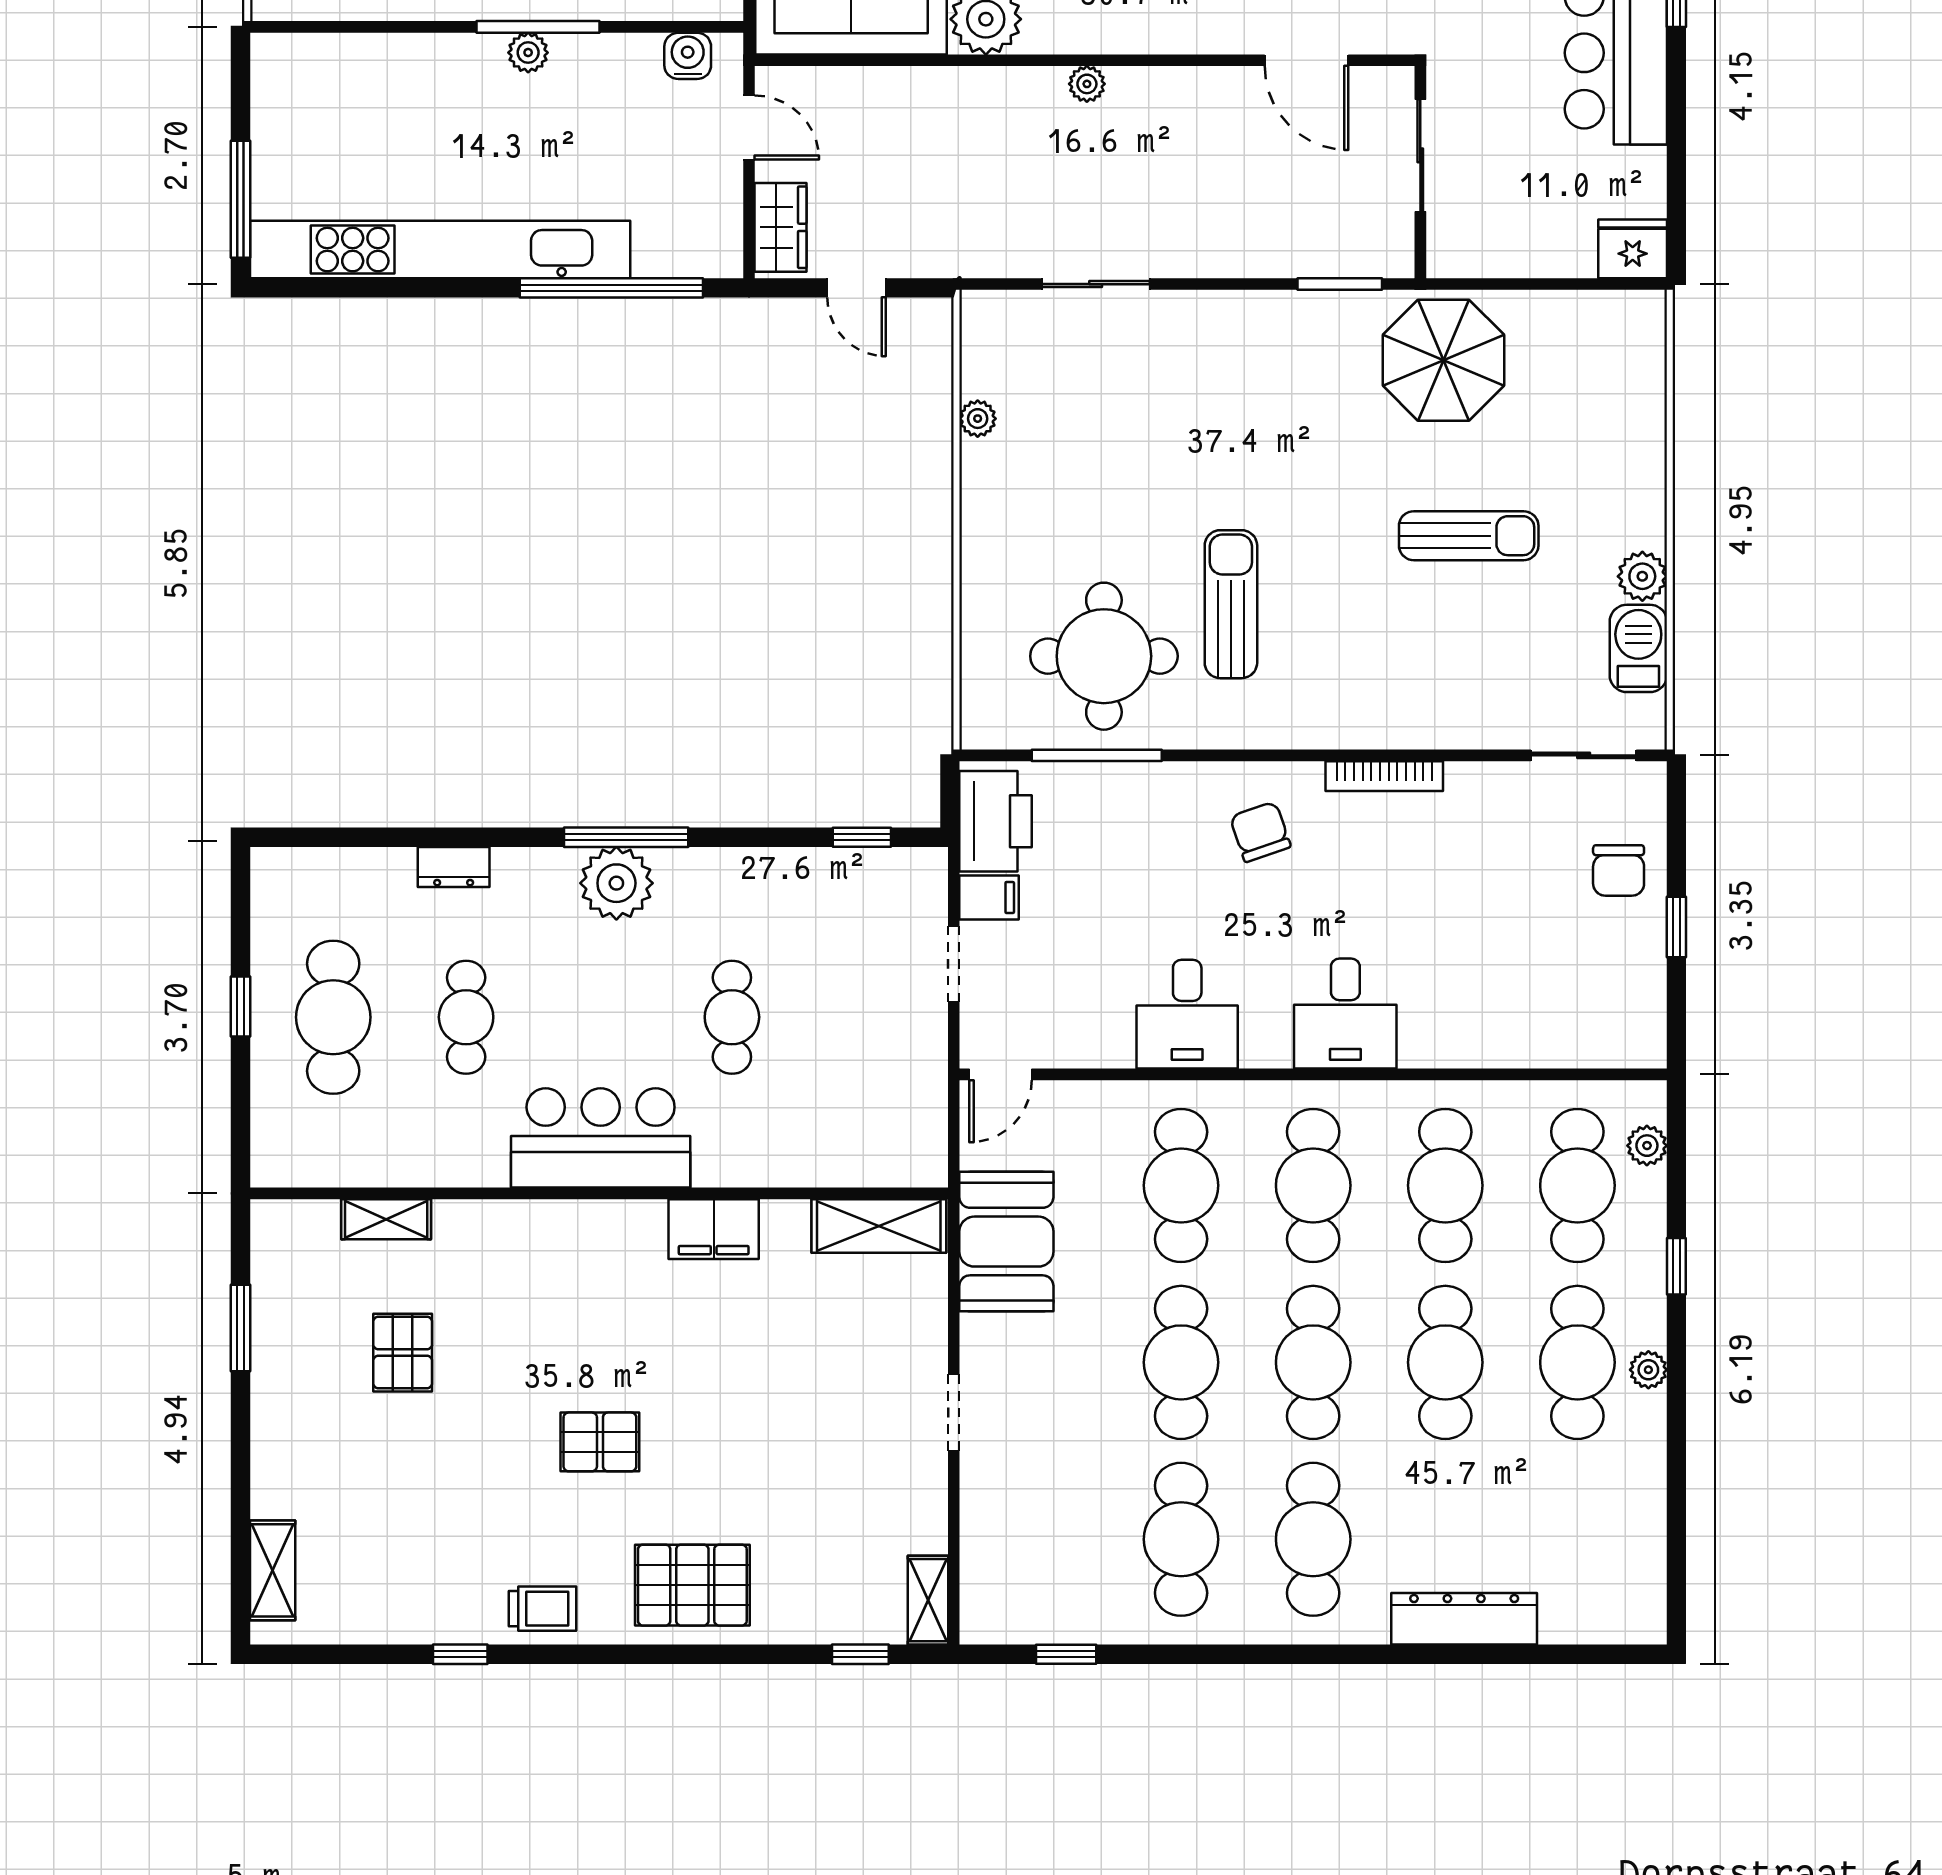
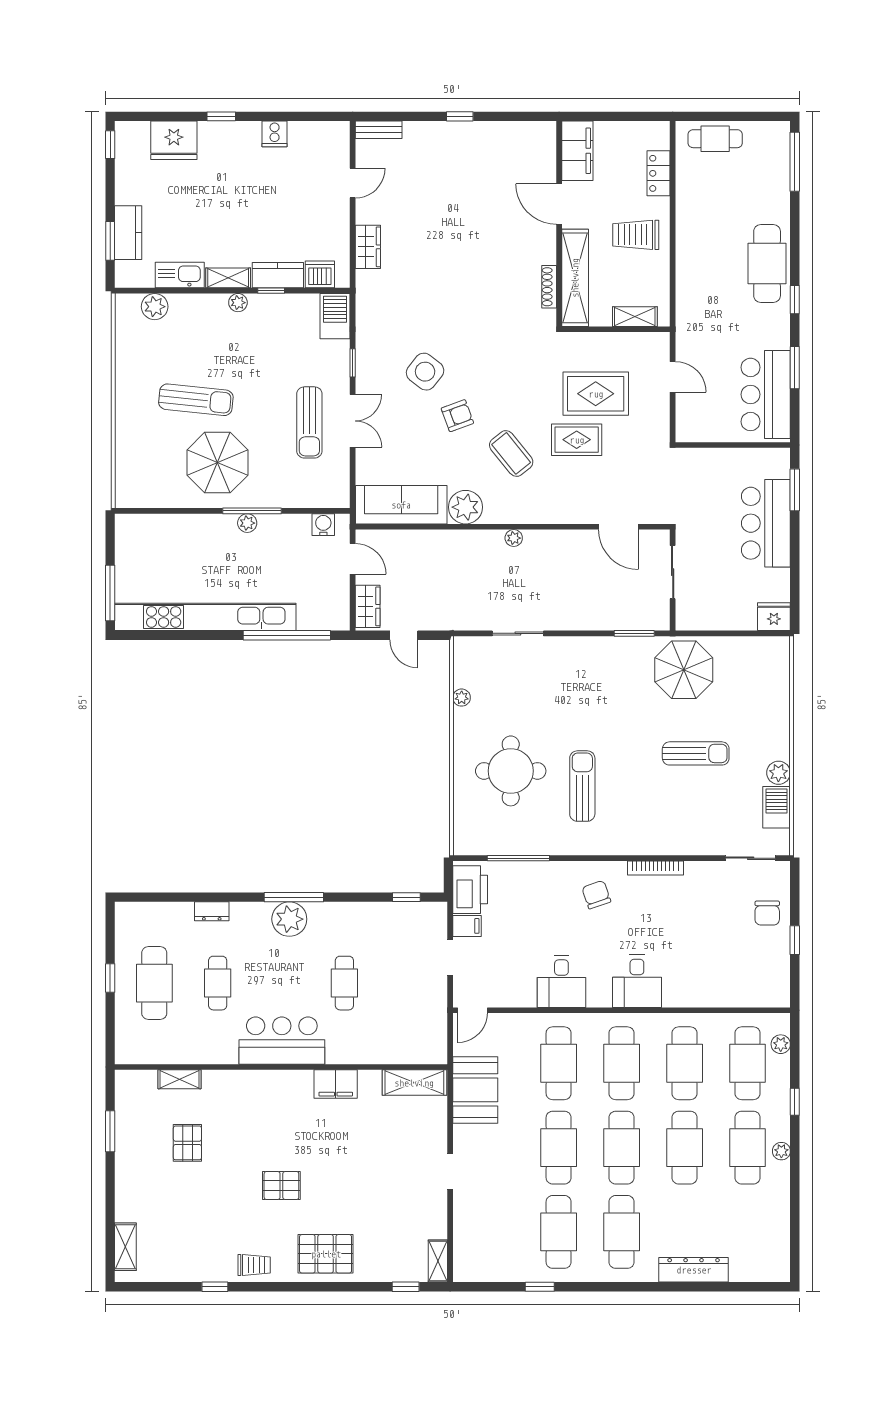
round table: (1104, 656) -> (511, 771), moved
window: (1066, 1654) -> (540, 1287), moved

